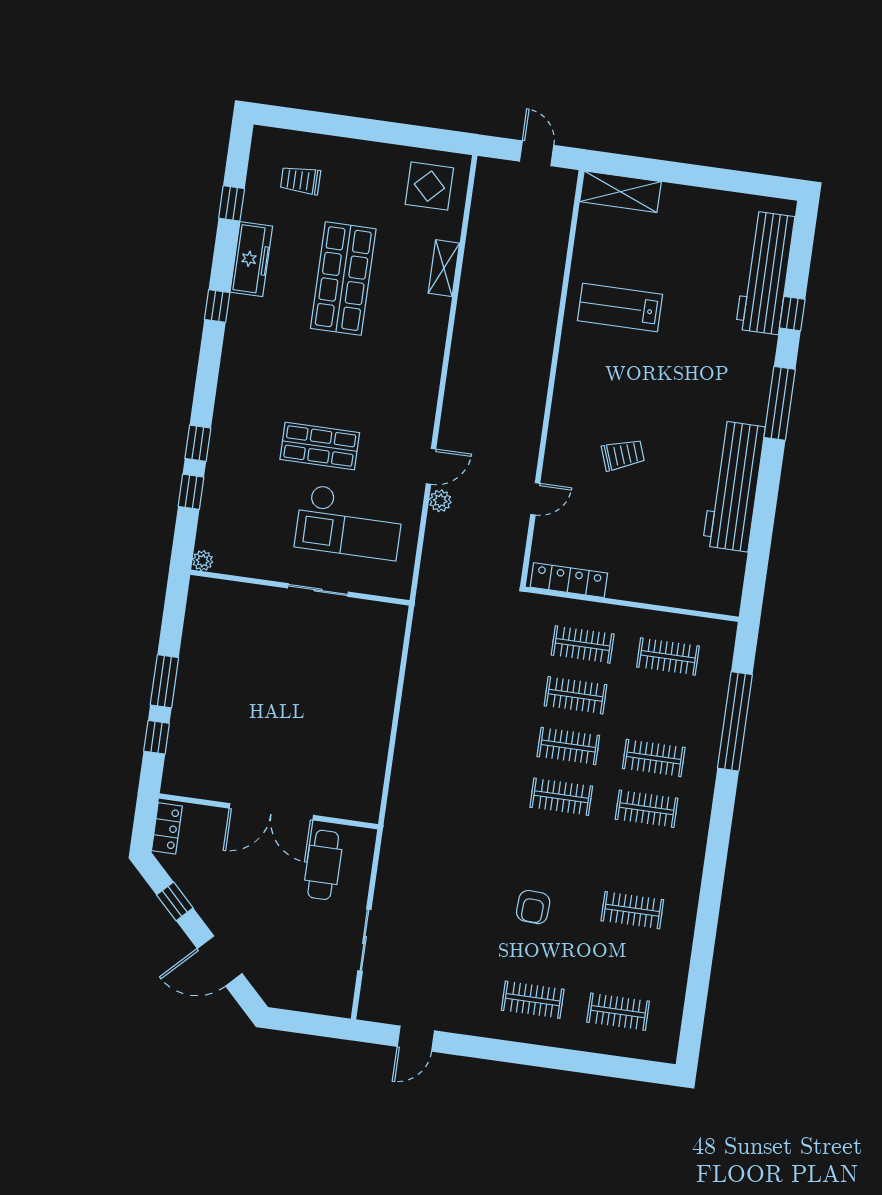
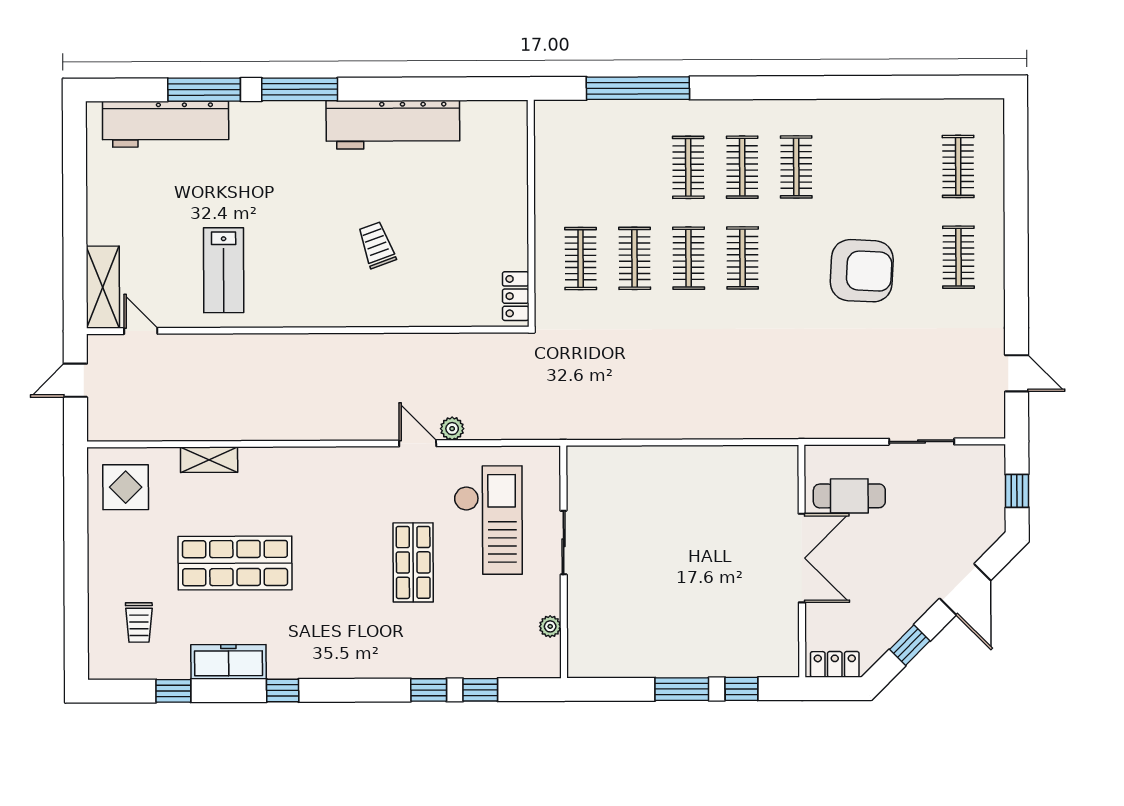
window: (792, 314) -> (204, 90), width x2.17
door: (535, 499) -> (141, 331), moved
plant: (203, 561) -> (550, 626), moved
locker: (569, 580) -> (516, 296), width x0.66
clothes rail: (668, 657) -> (580, 168), removed
armchair: (533, 907) -> (862, 271), width x1.88, depth x1.88
clothes rail: (632, 910) -> (796, 167), moved
window: (305, 1023) -> (1017, 491), added

